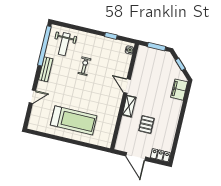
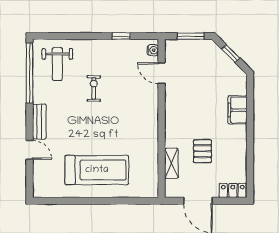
bench: (46, 69) -> (39, 121), moved
door: (127, 86) -> (162, 73), moved
filing cabinet: (179, 90) -> (237, 110), moved
door: (32, 97) -> (30, 150), hinge flipped
shelving: (129, 106) -> (171, 163), moved

